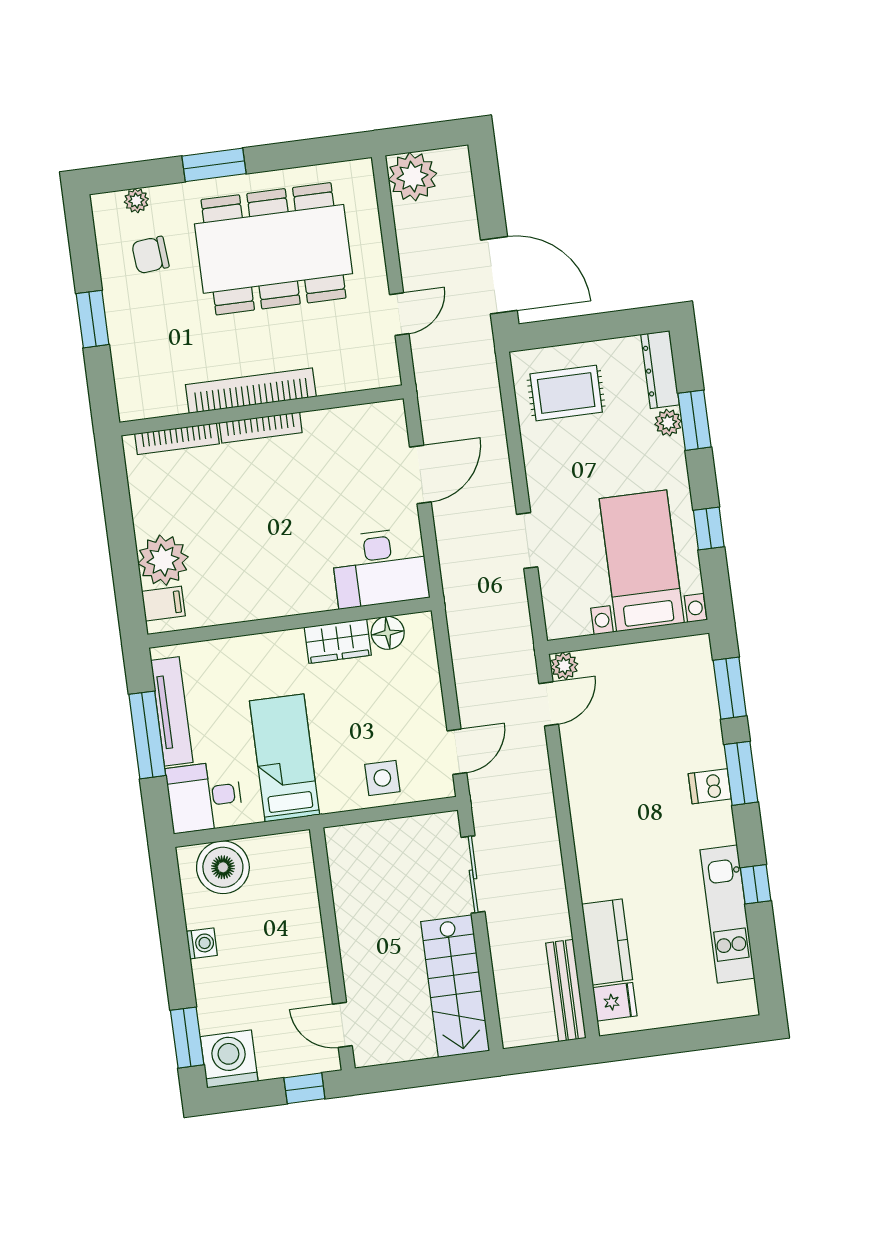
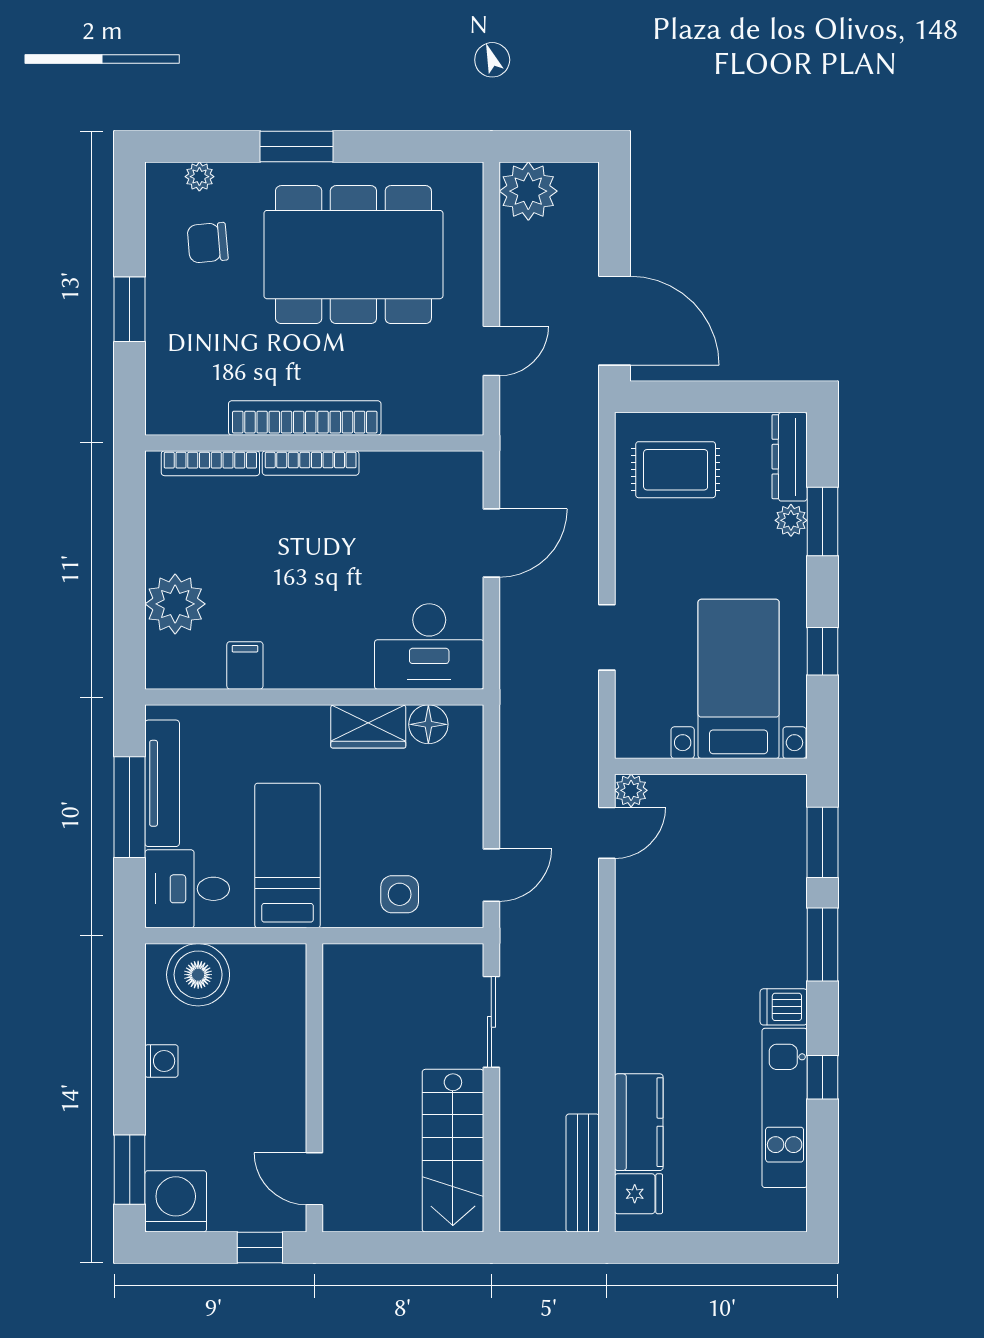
filing cabinet: (163, 604) -> (245, 665), moved, turned -90
dishwasher: (710, 786) -> (784, 1007), moved

